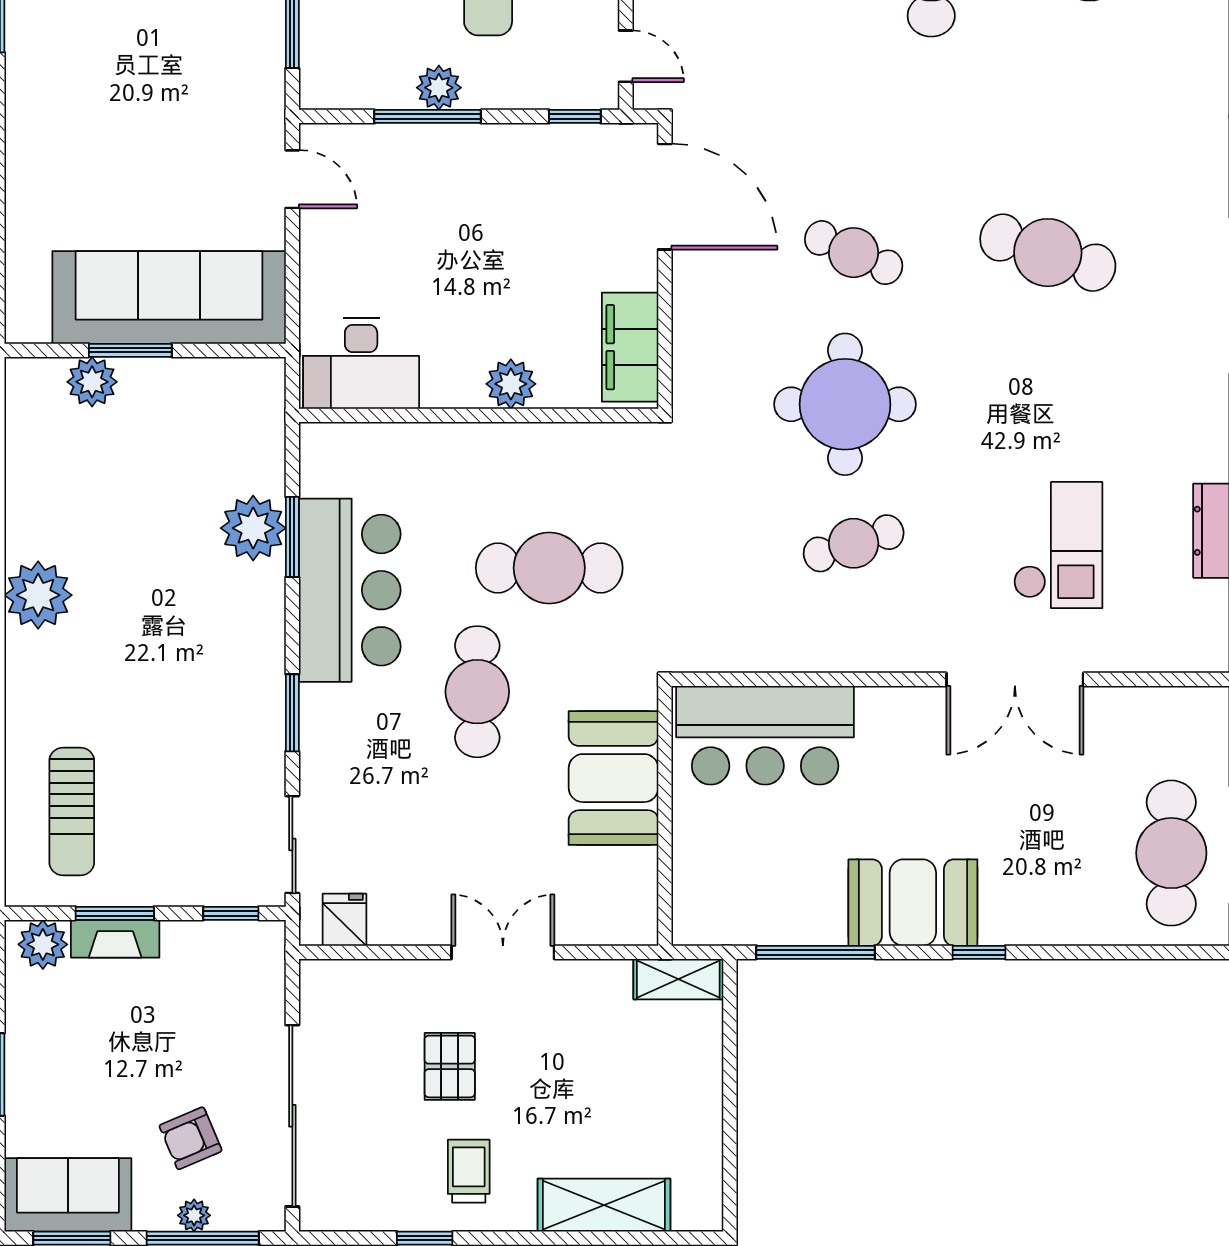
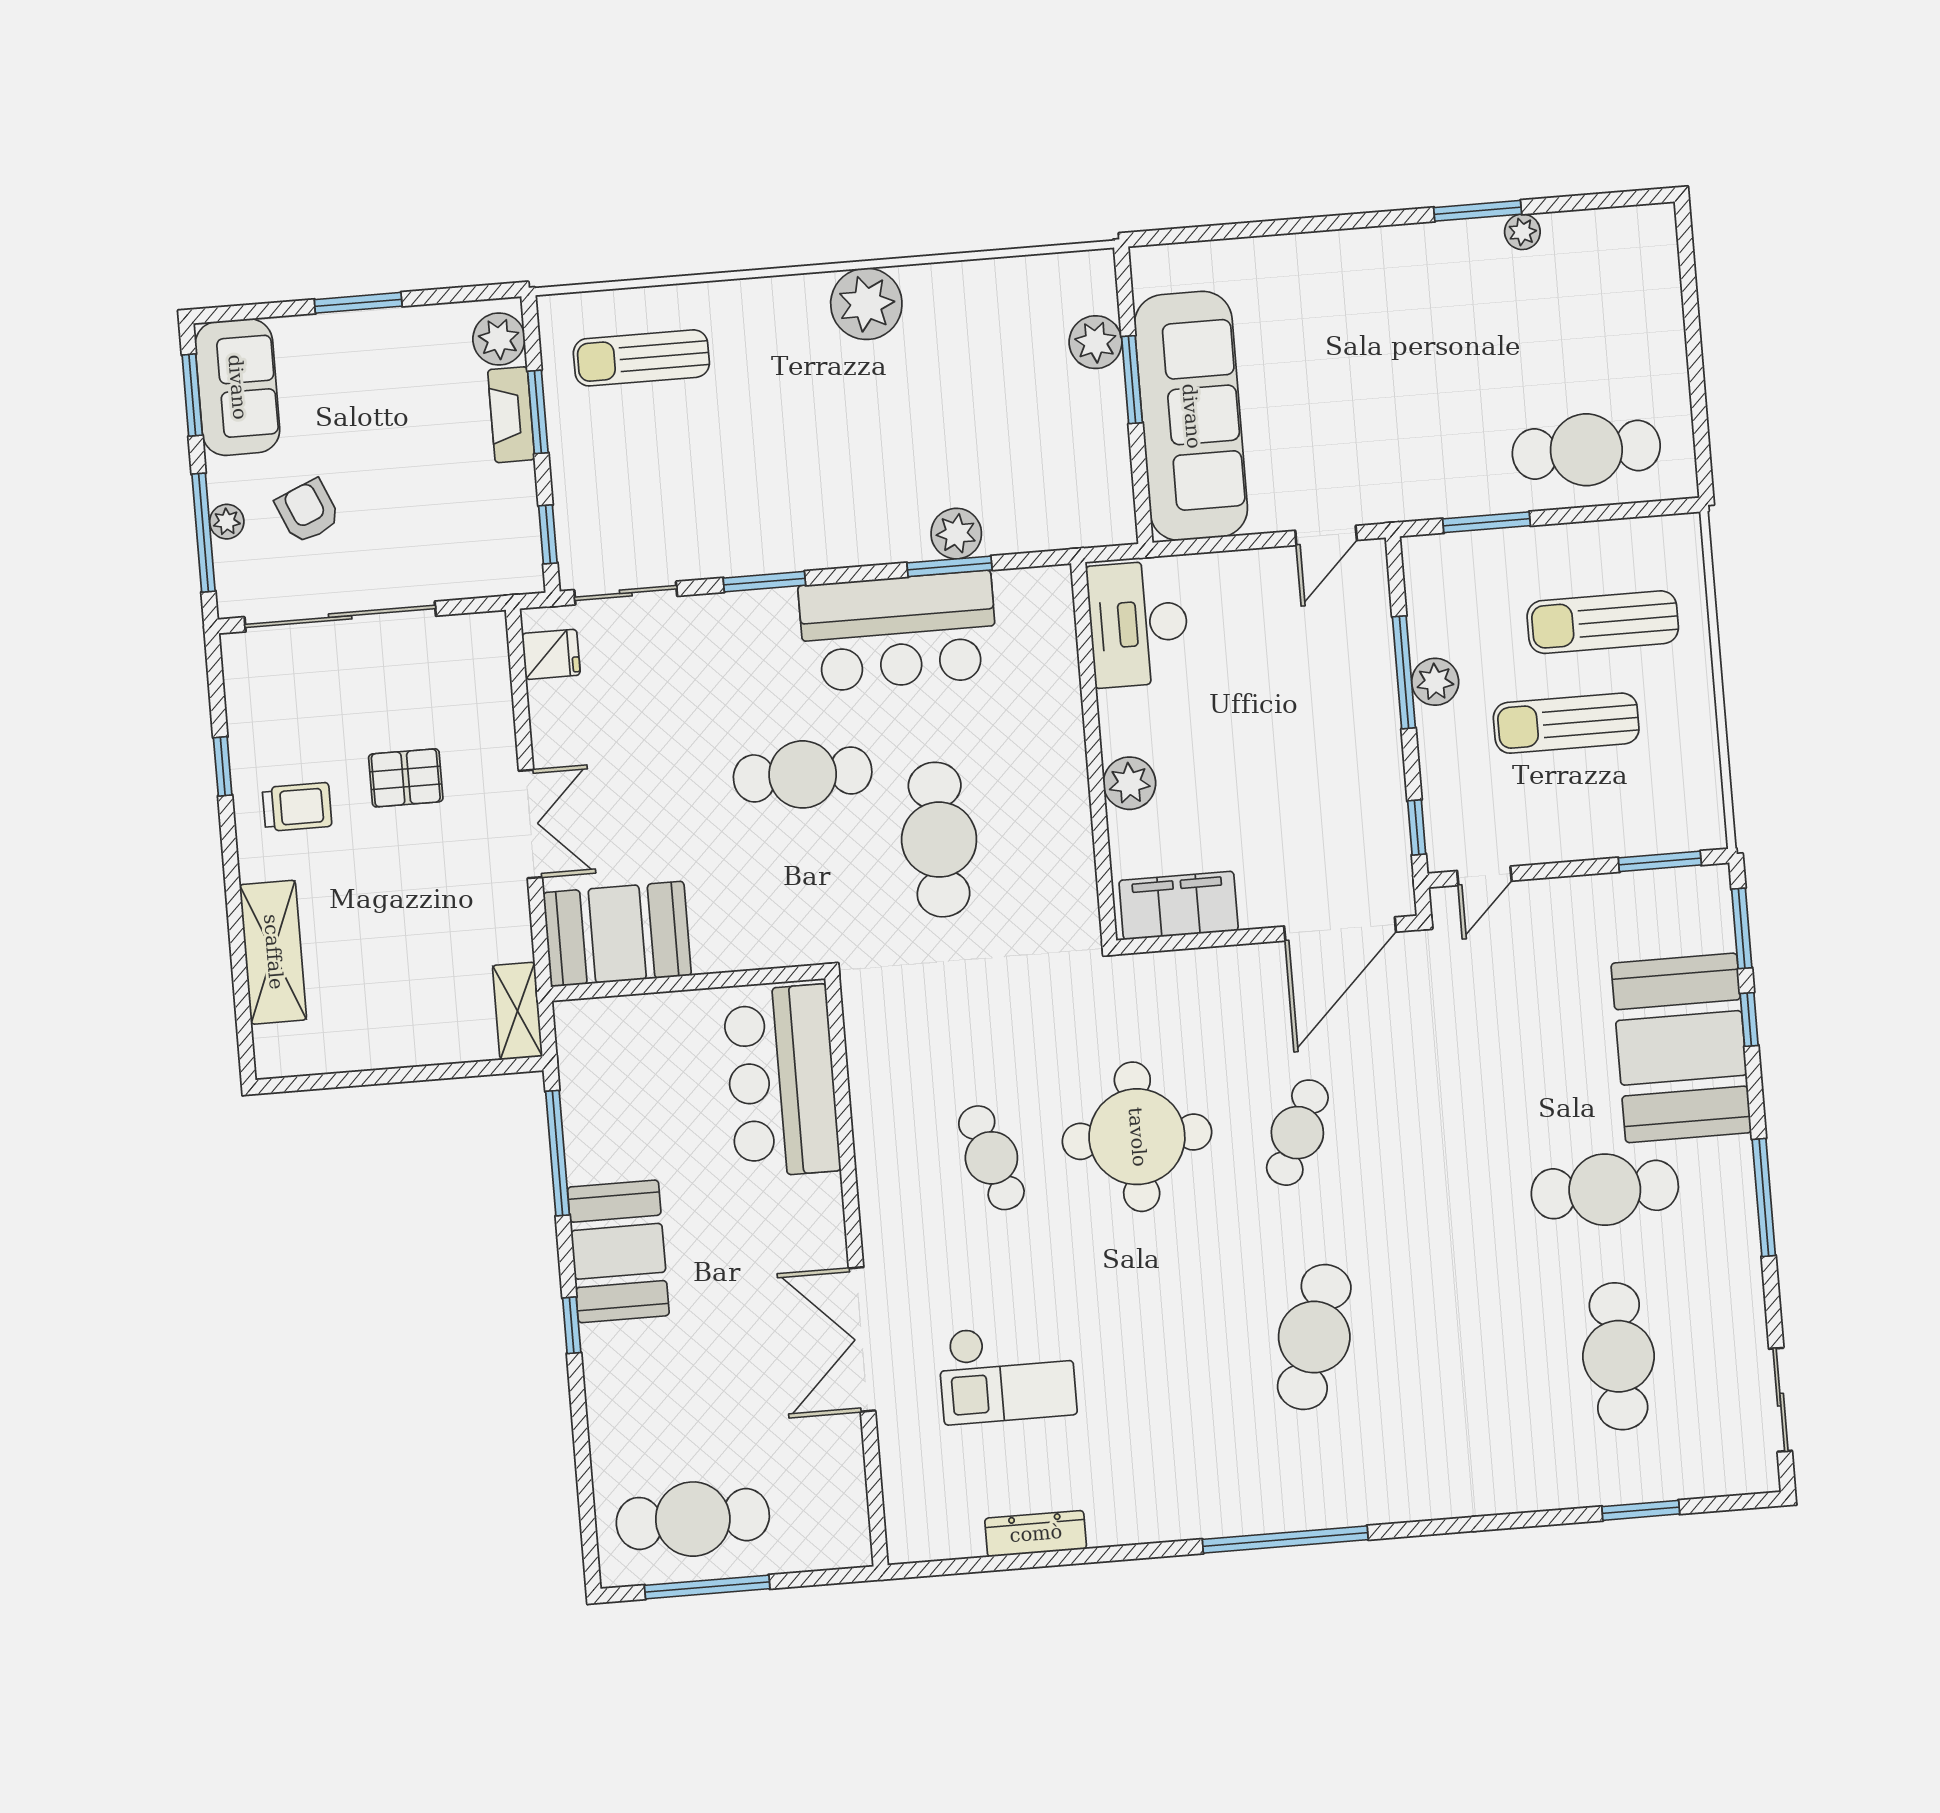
plant: (253, 528) -> (956, 534), width x0.73, depth x0.73
booth: (613, 778) -> (617, 934), moved

